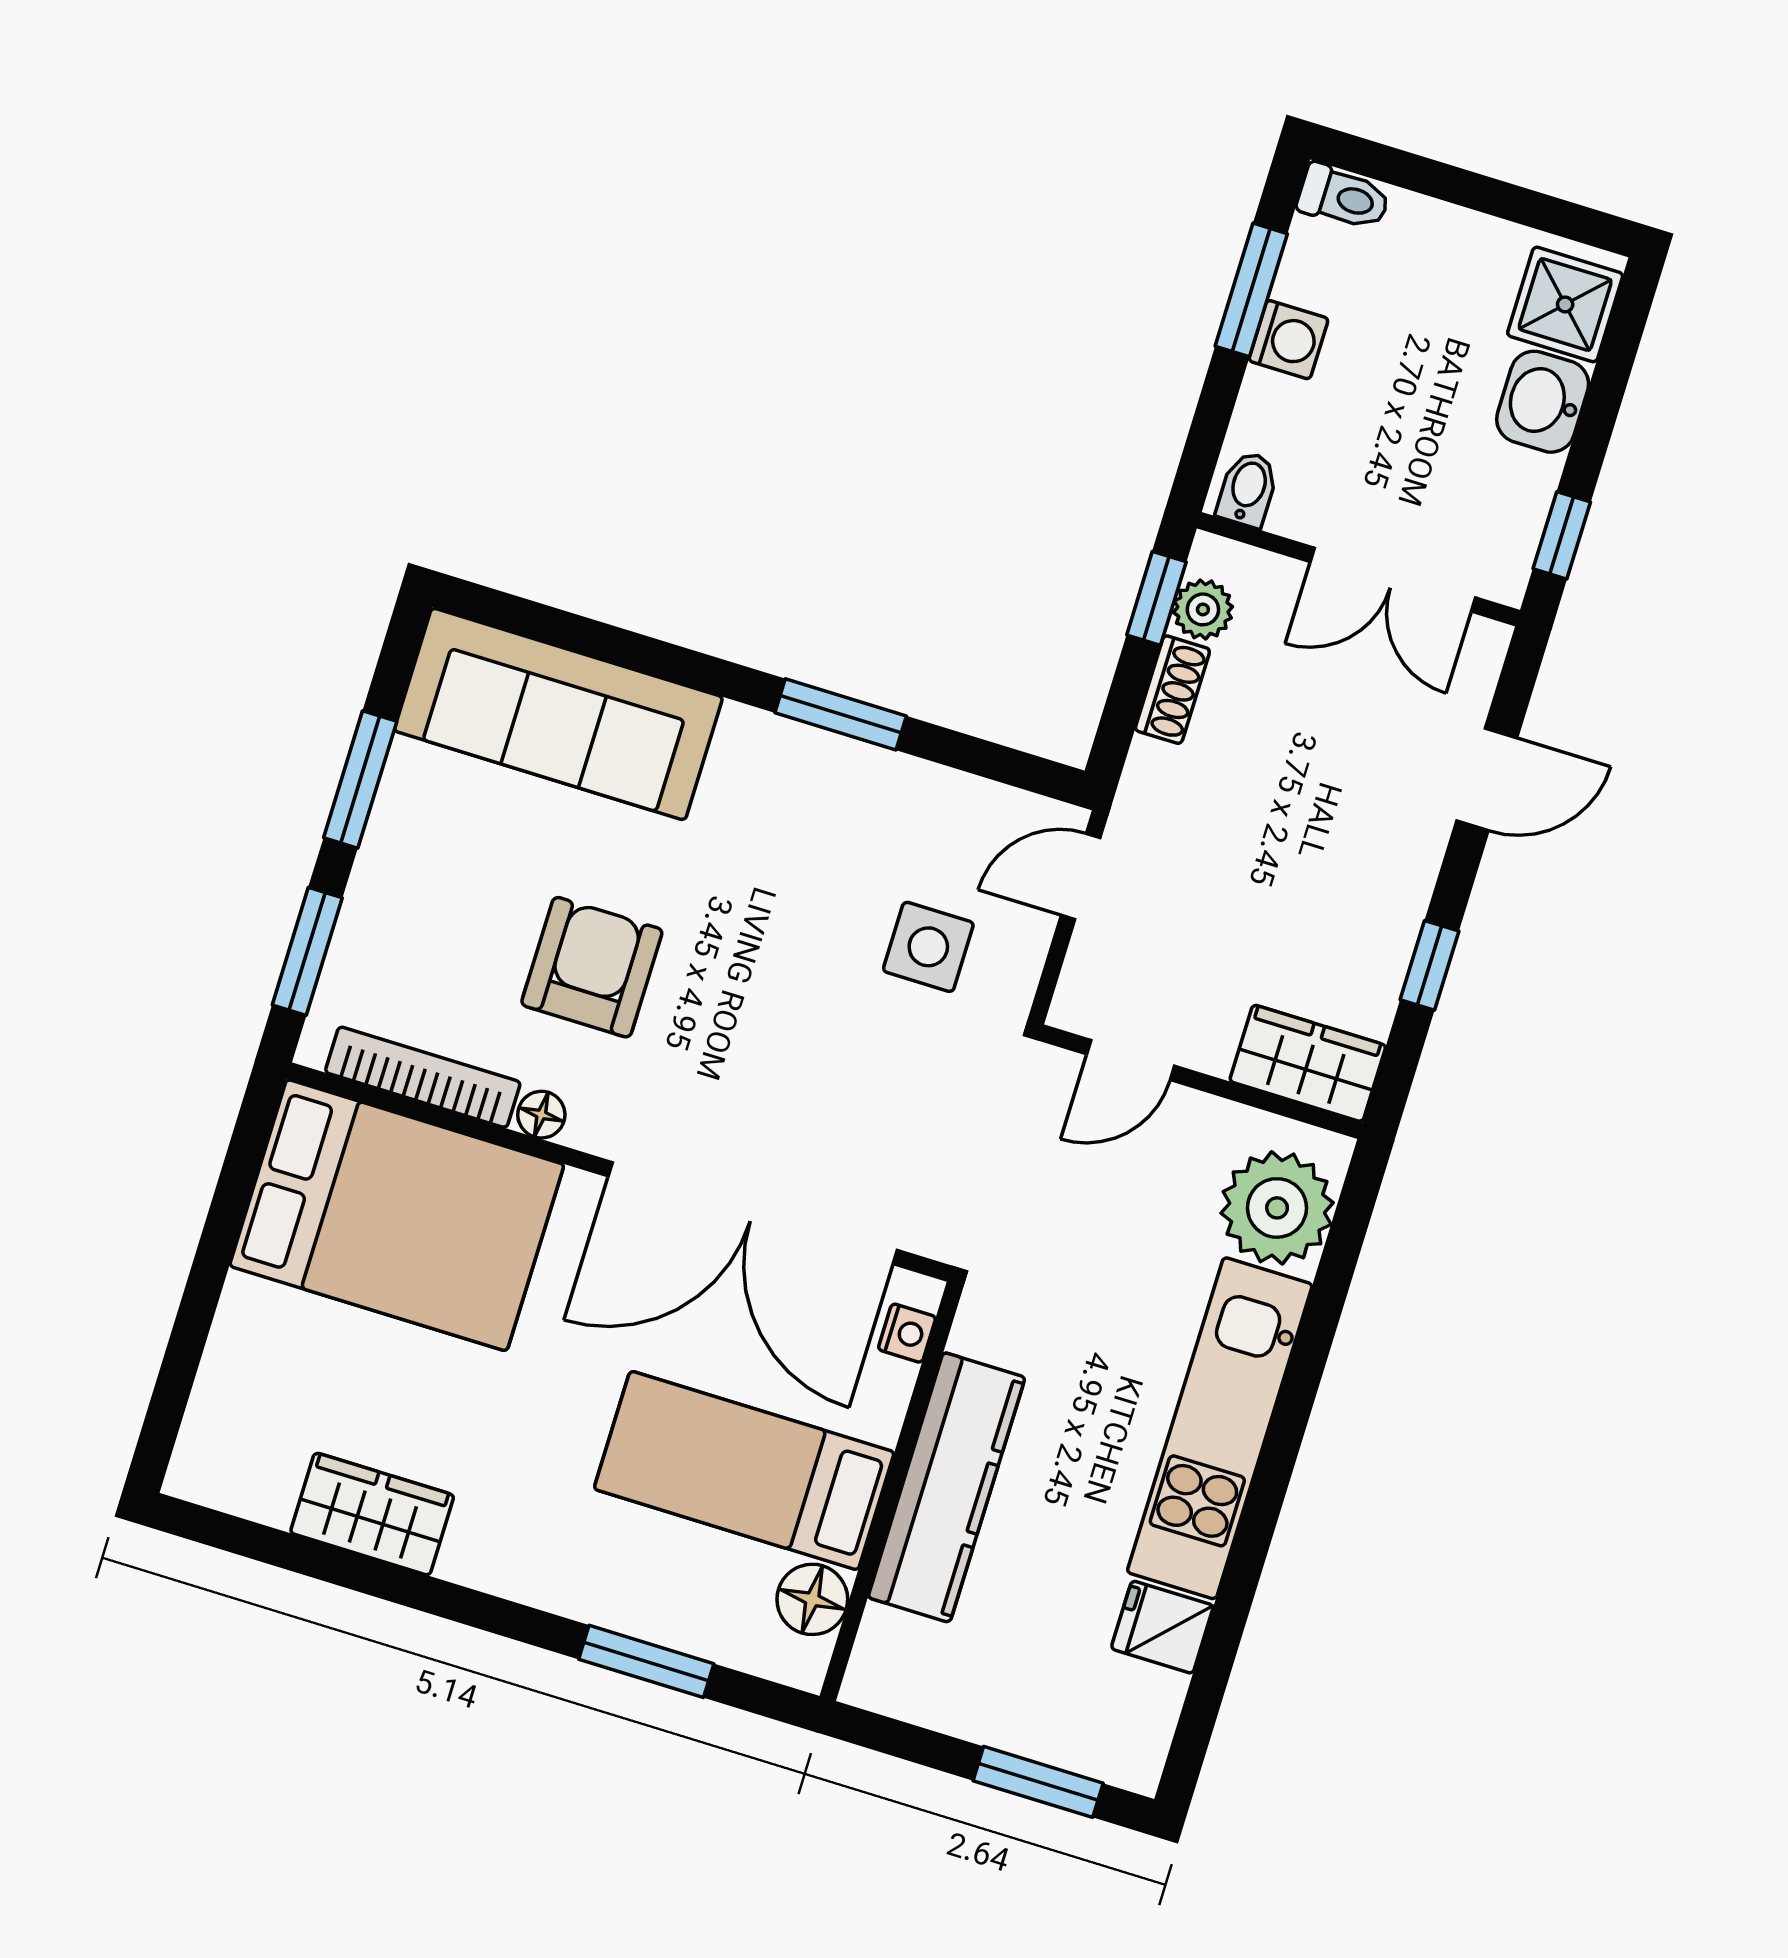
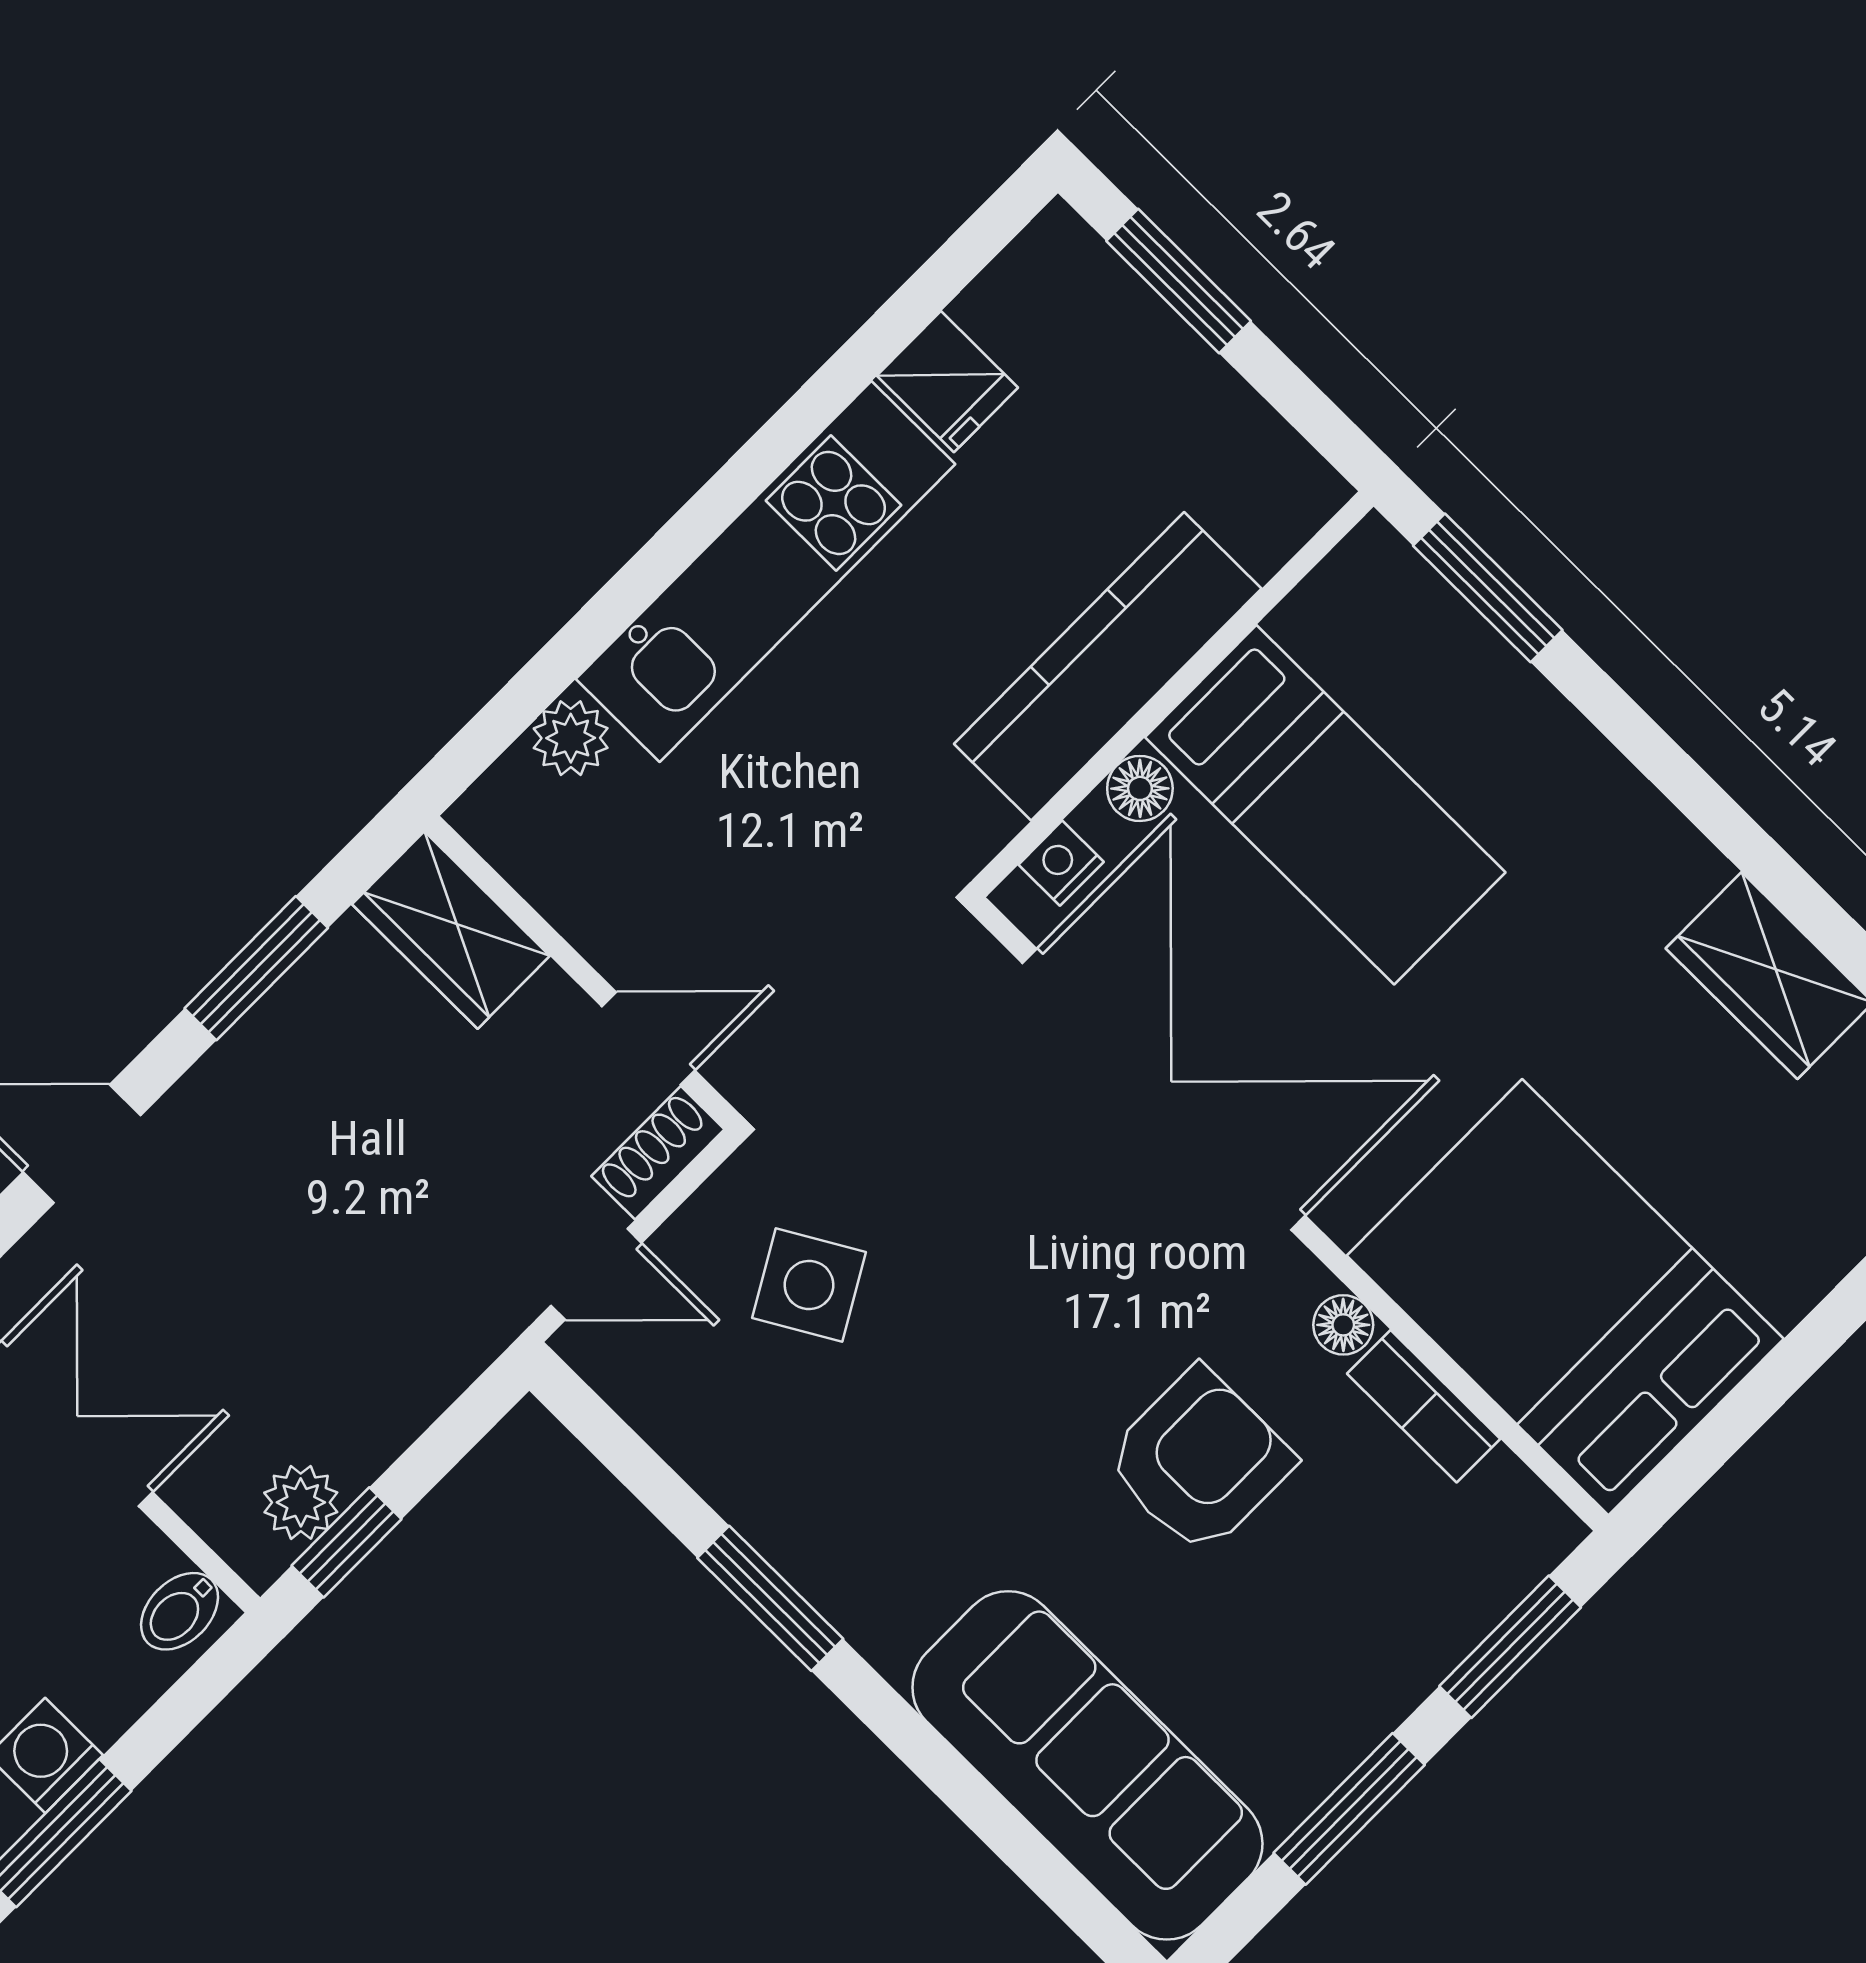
shoe rack: (1172, 690) -> (658, 1153), moved
side table: (928, 947) -> (809, 1285), turned -30
window: (1429, 965) -> (256, 968), width x1.50
armchair: (592, 967) -> (1199, 1461), turned 180
bookcase: (423, 1077) -> (1424, 1406), width x0.64
plant: (1277, 1208) -> (571, 738), width x0.53, depth x0.53
floor lamp: (812, 1599) -> (1140, 788), moved, width x0.73, depth x0.73
window: (646, 1661) -> (1488, 588), moved

